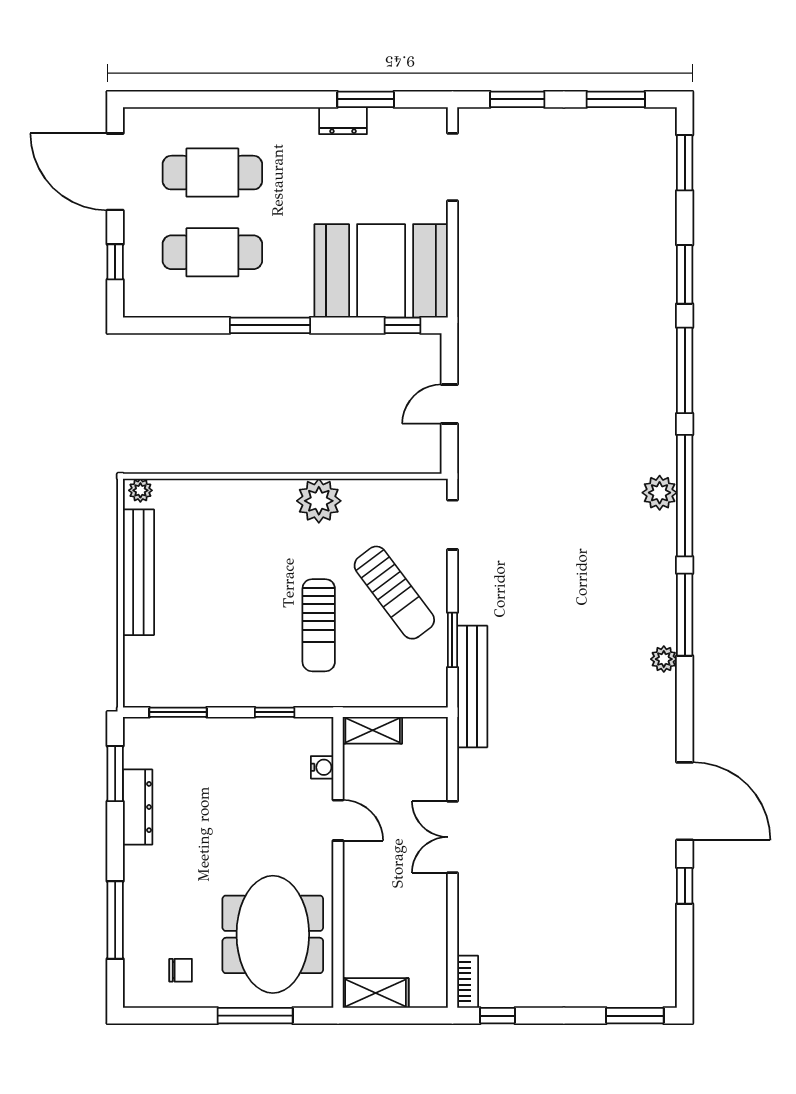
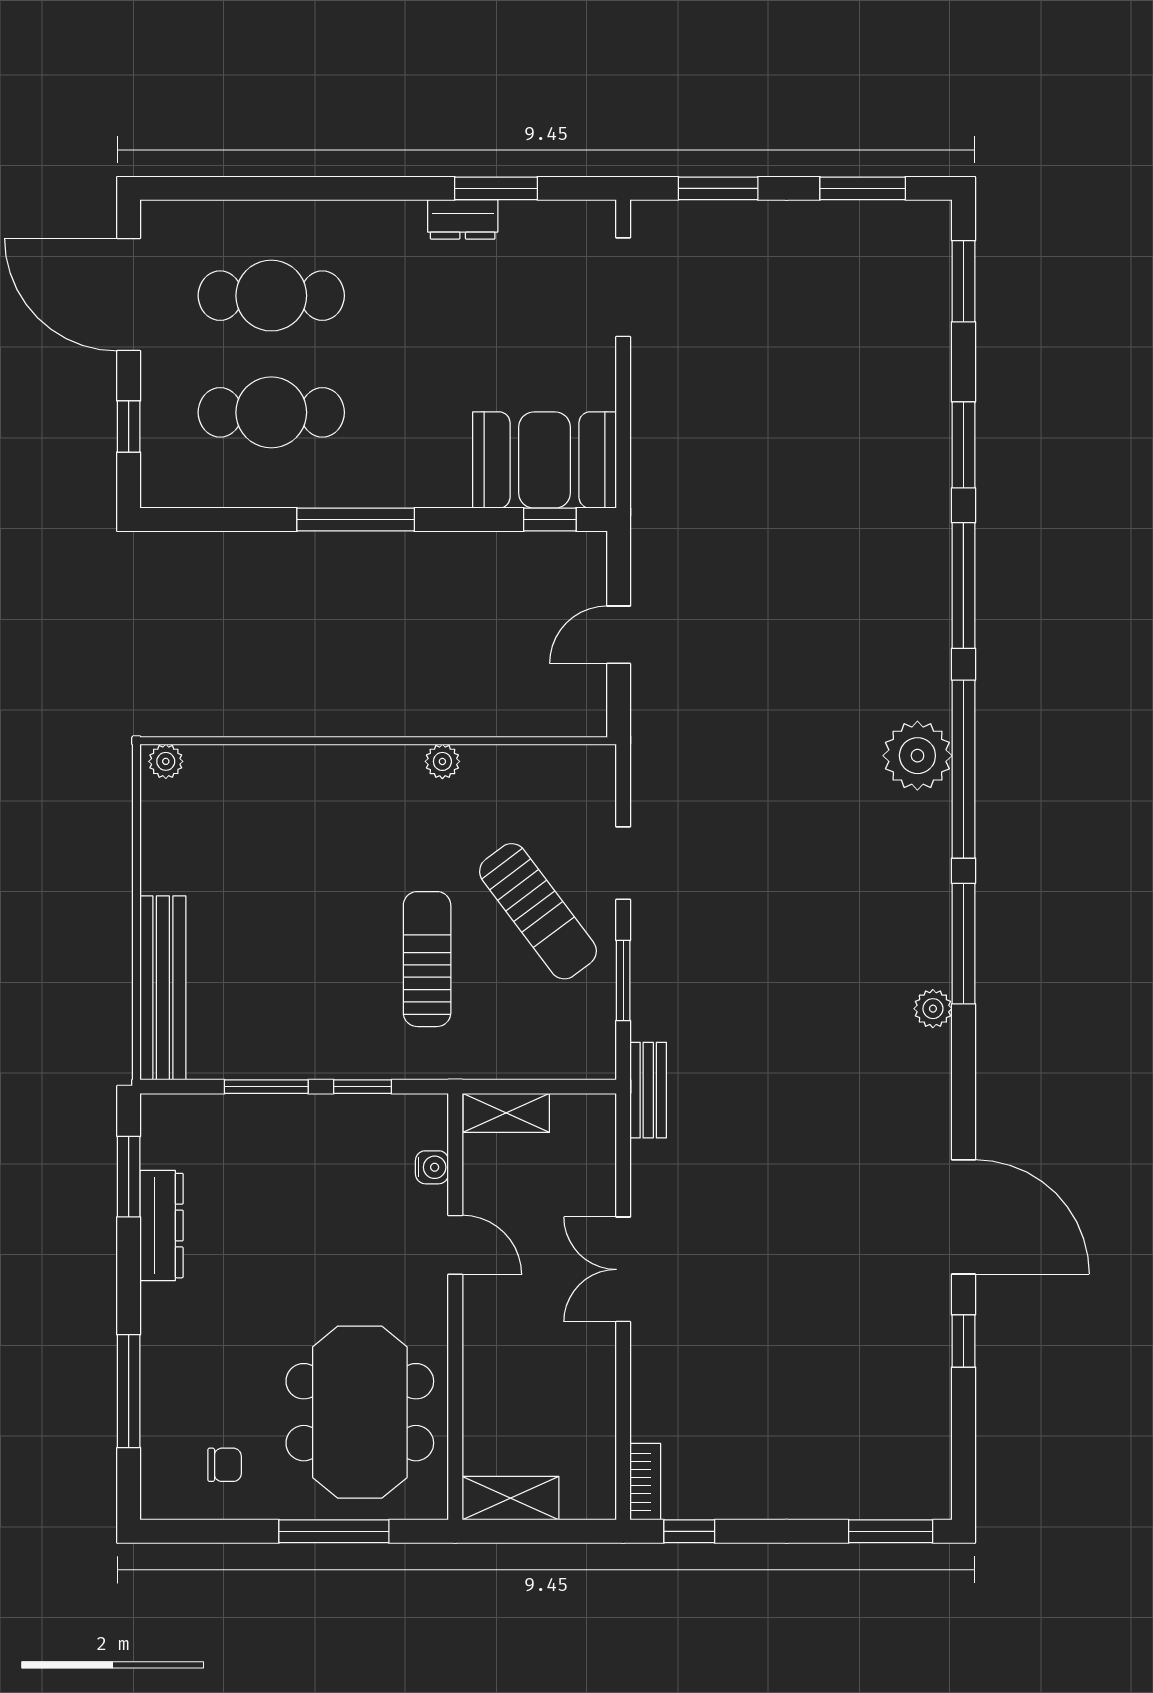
booth: (381, 271) -> (545, 460), width x0.73, depth x0.70
plant: (660, 493) -> (917, 756), width x1.36, depth x1.36
plant: (319, 501) -> (442, 761), width x0.53, depth x0.53
doorway: (452, 525) -> (623, 863), moved
bench: (138, 572) -> (163, 988), moved
sun lounger: (319, 625) -> (427, 959), turned 180
bench: (472, 687) -> (648, 1090), width x0.54, depth x0.82
window: (178, 712) -> (266, 1087), moved

